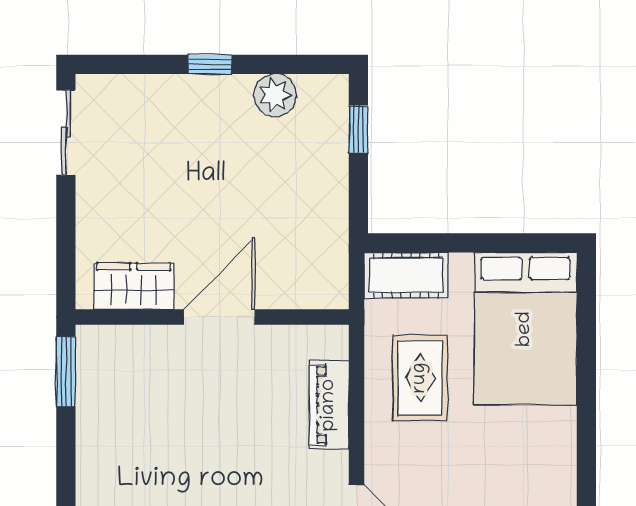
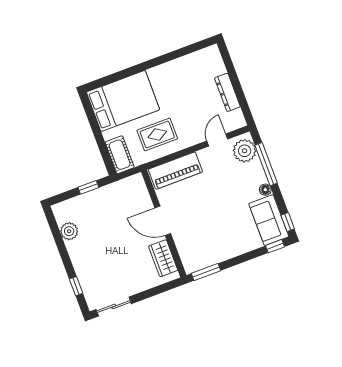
window: (210, 64) -> (76, 286), moved
window: (358, 129) -> (88, 187), moved
piano: (329, 405) -> (175, 171), width x1.37, depth x1.33

